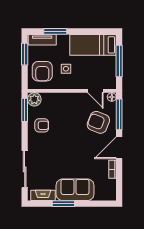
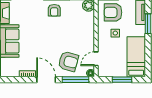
window: (119, 61) -> (122, 80), width x0.69
armchair: (98, 122) -> (68, 61), turned 84
armchair: (42, 125) -> (54, 10), moved

